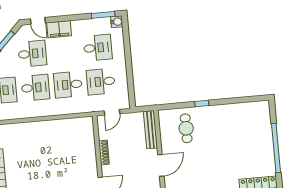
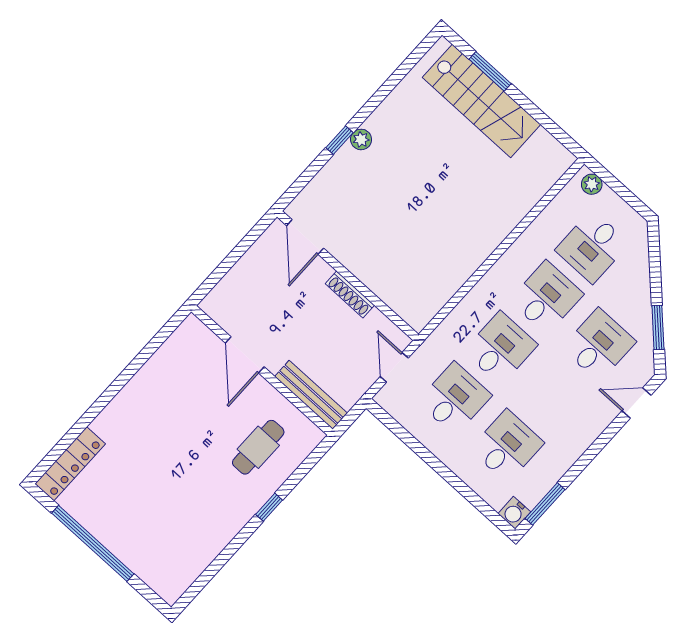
filing cabinet: (59, 29) -> (592, 420), removed
desk: (98, 48) -> (507, 446), turned 180
desk: (32, 54) -> (599, 345), turned 180
desk: (35, 88) -> (546, 297), turned 180
cafe table: (186, 128) -> (258, 447), turned 90

